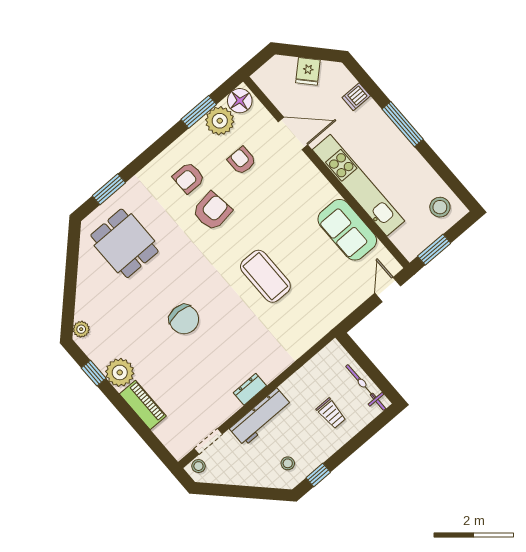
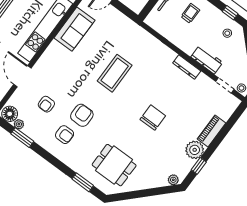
plant: (220, 121) -> (19, 124), width x0.53, depth x0.53
armchair: (212, 211) -> (82, 115), turned 98
dining table: (124, 243) -> (114, 165), turned 90
dresser: (250, 389) -> (187, 67), width x1.44
workbench: (261, 417) -> (207, 60), width x0.73

